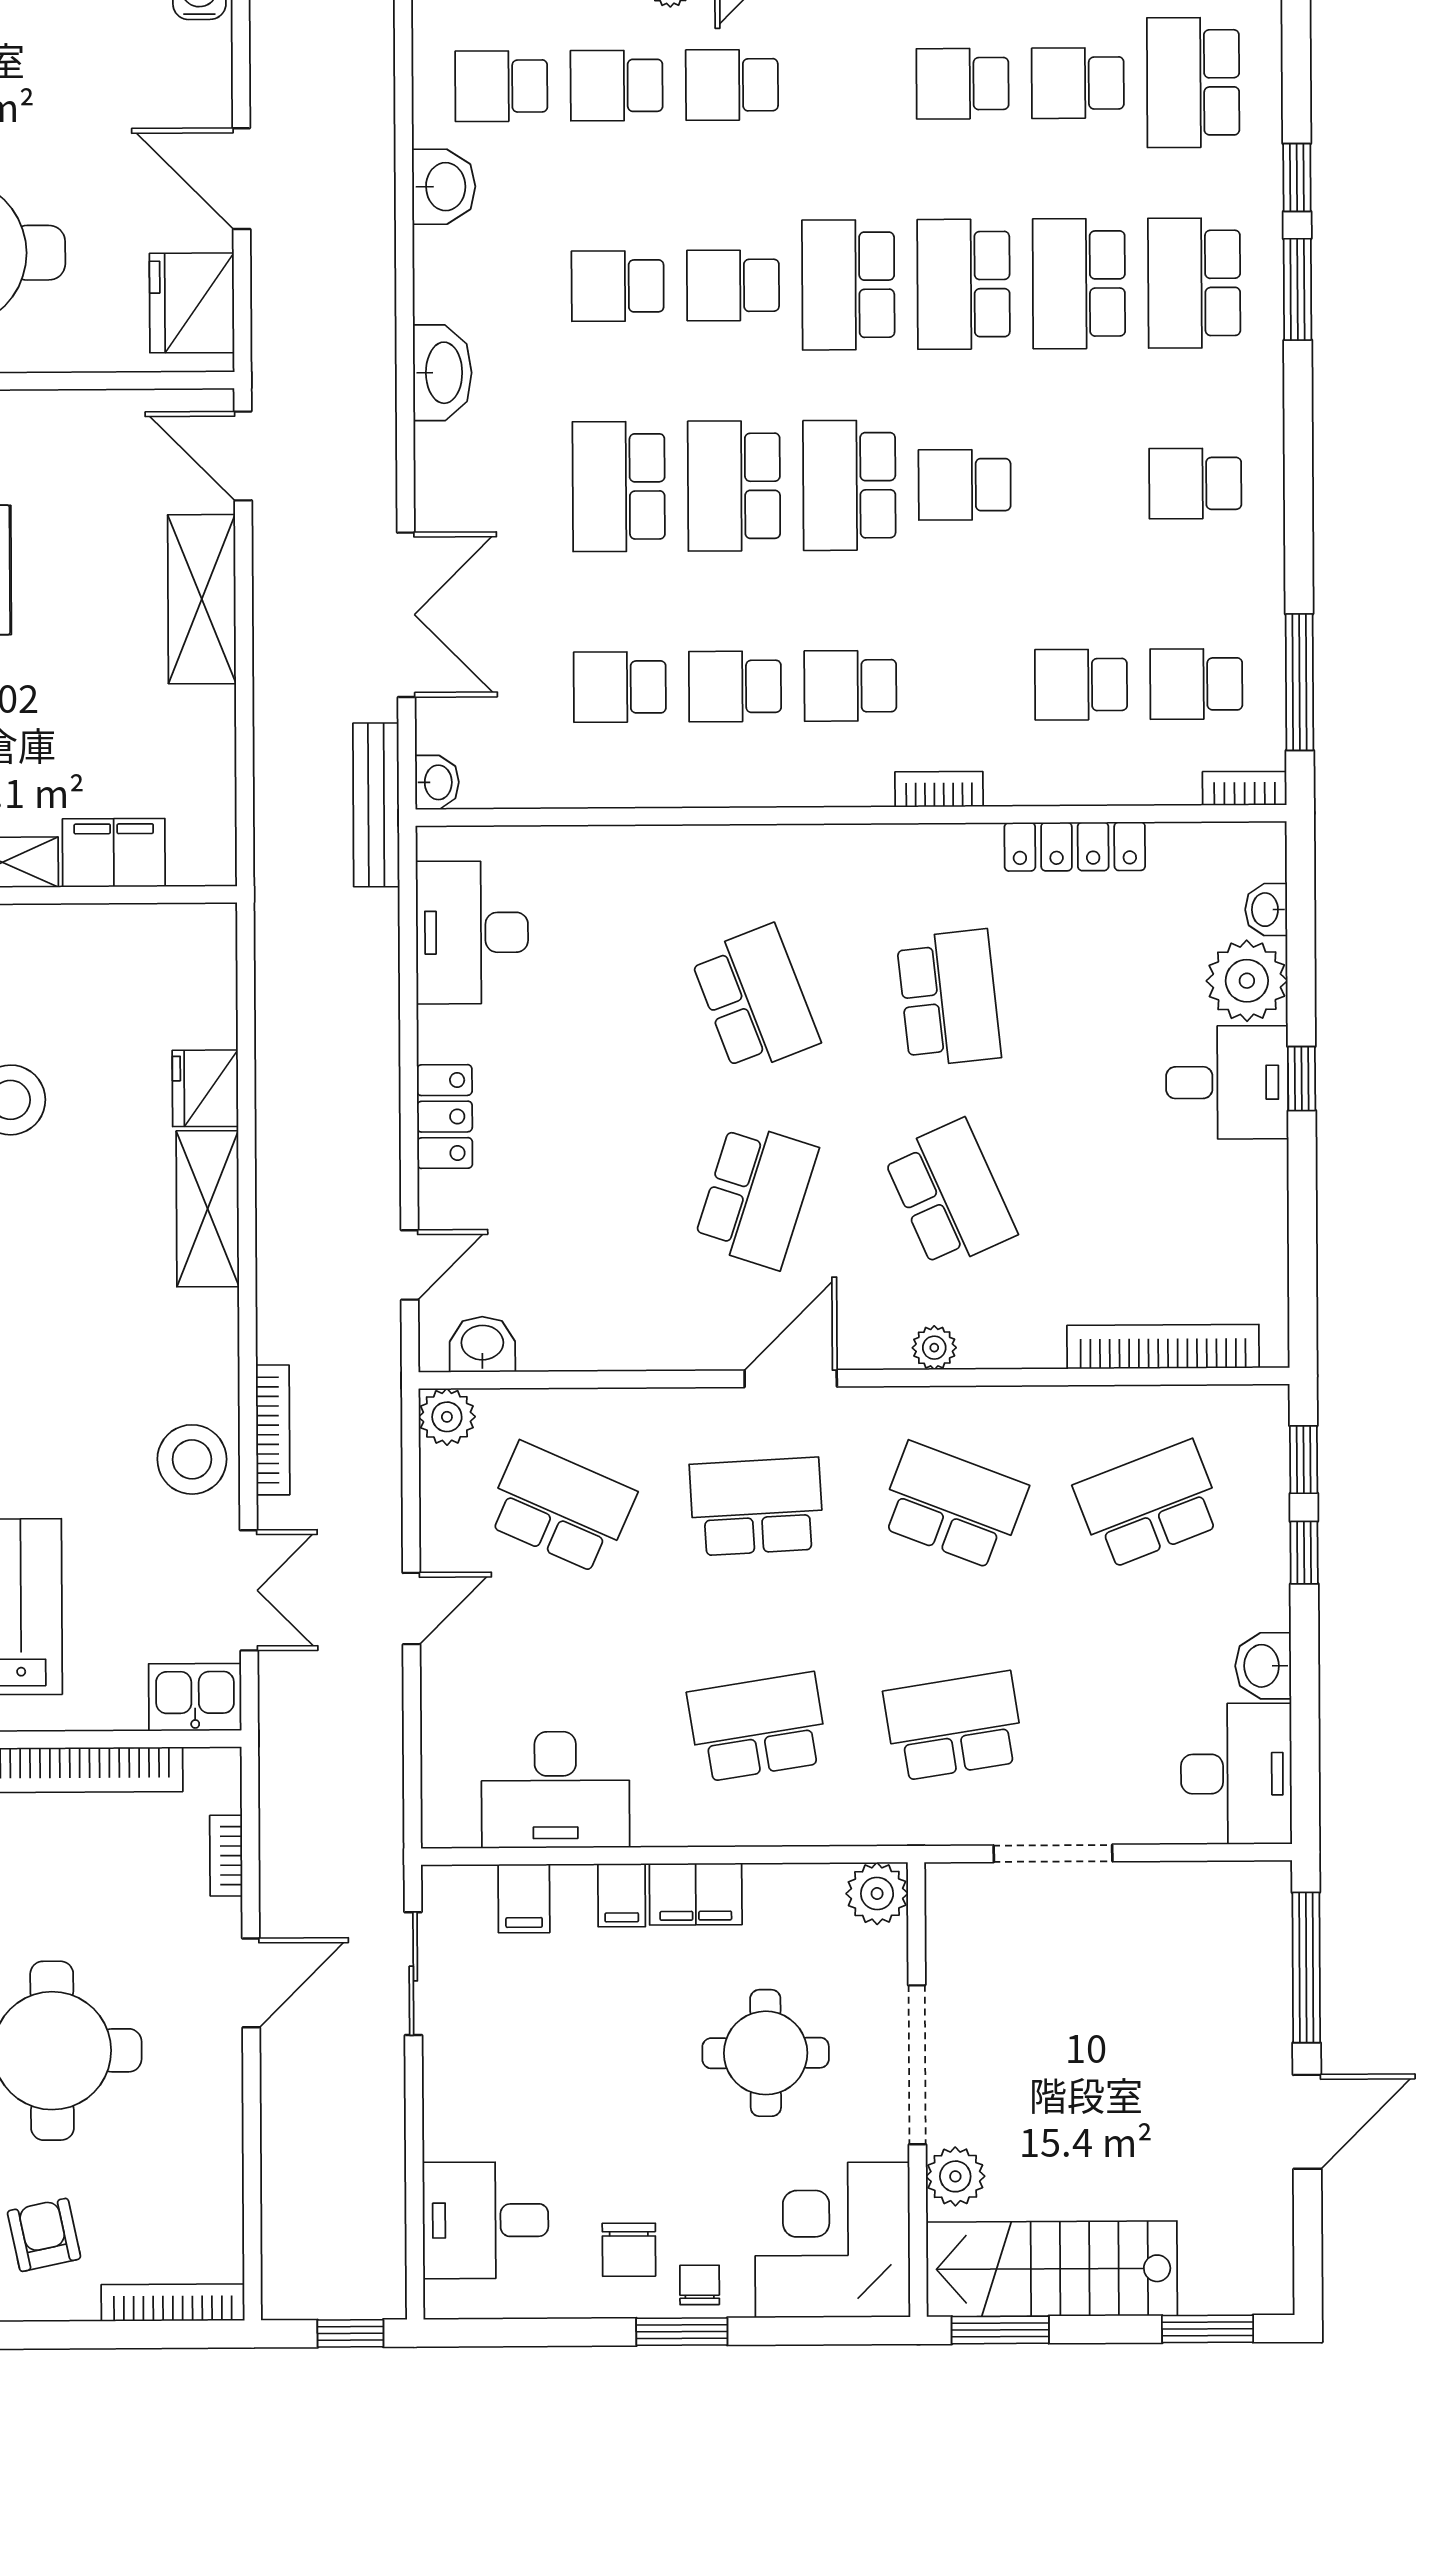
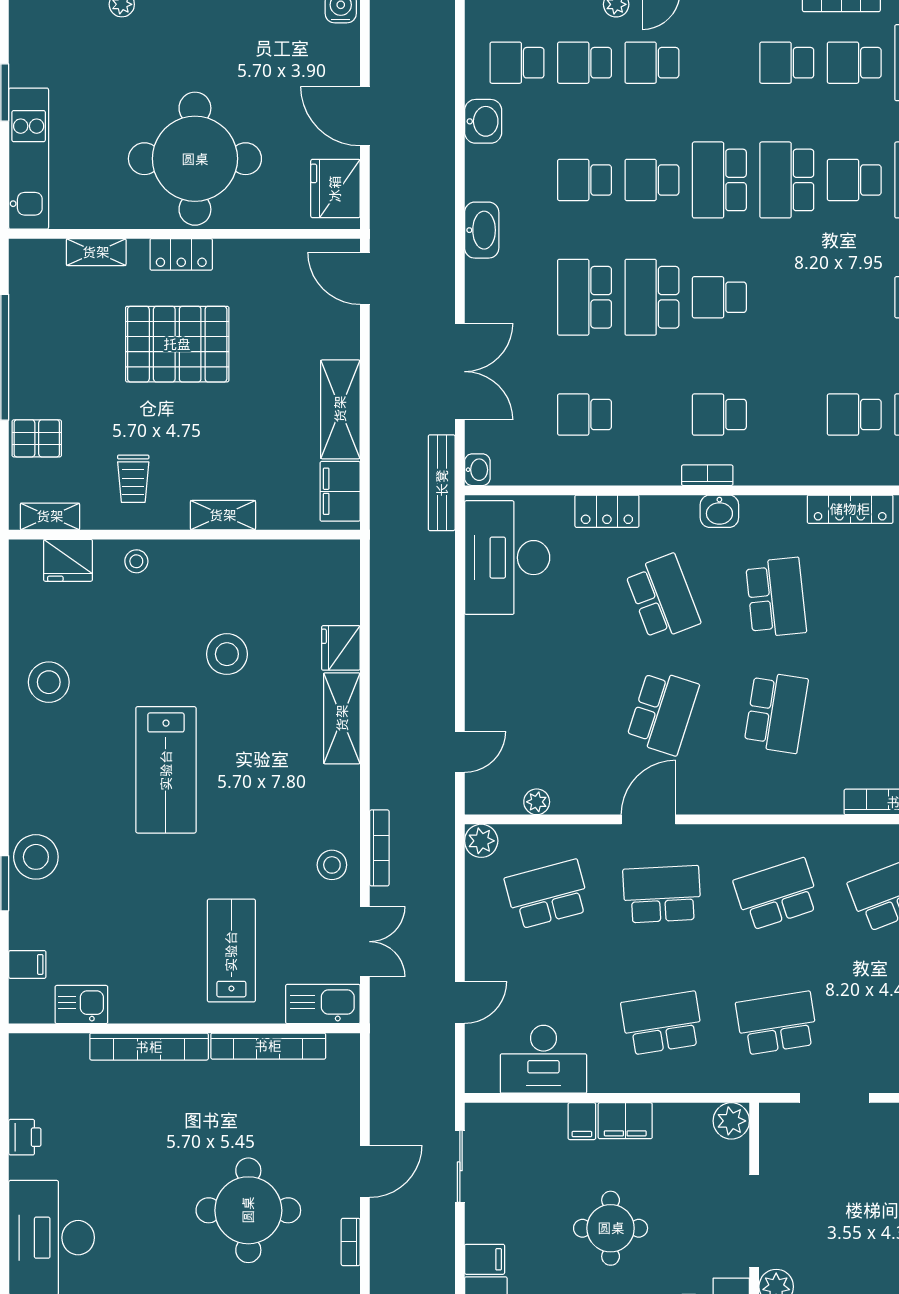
school desk: (1079, 284) -> (854, 180), width x0.54
school desk: (849, 485) -> (719, 297), width x0.54
school desk: (965, 485) -> (787, 297), removed
shelving: (202, 599) -> (340, 409), moved
school desk: (735, 686) -> (652, 415), removed
bookcase: (939, 789) -> (707, 475), moved
filing cabinet: (114, 853) -> (340, 491), moved, turned -90
desk: (472, 932) -> (507, 558), width x1.36, depth x1.30
locker: (445, 1117) -> (607, 511), moved, turned 90
school desk: (950, 1194) -> (776, 712), turned 33
washbasin: (482, 1344) -> (719, 511), moved, turned 180
plant: (934, 1348) -> (537, 802), moved
door: (791, 1379) -> (648, 819), moved
stool: (192, 1459) -> (332, 865), width x0.73, depth x0.73
school desk: (953, 1506) -> (777, 894), turned -39
school desk: (560, 1508) -> (547, 894), turned -39
door: (411, 1608) -> (460, 1002), moved
kitchen sink: (195, 1697) -> (323, 1004), width x1.38
bookcase: (226, 1856) -> (351, 1242), moved
filing cabinet: (524, 1899) -> (485, 1259), moved, turned -90
round table: (766, 2053) -> (611, 1228), moved

